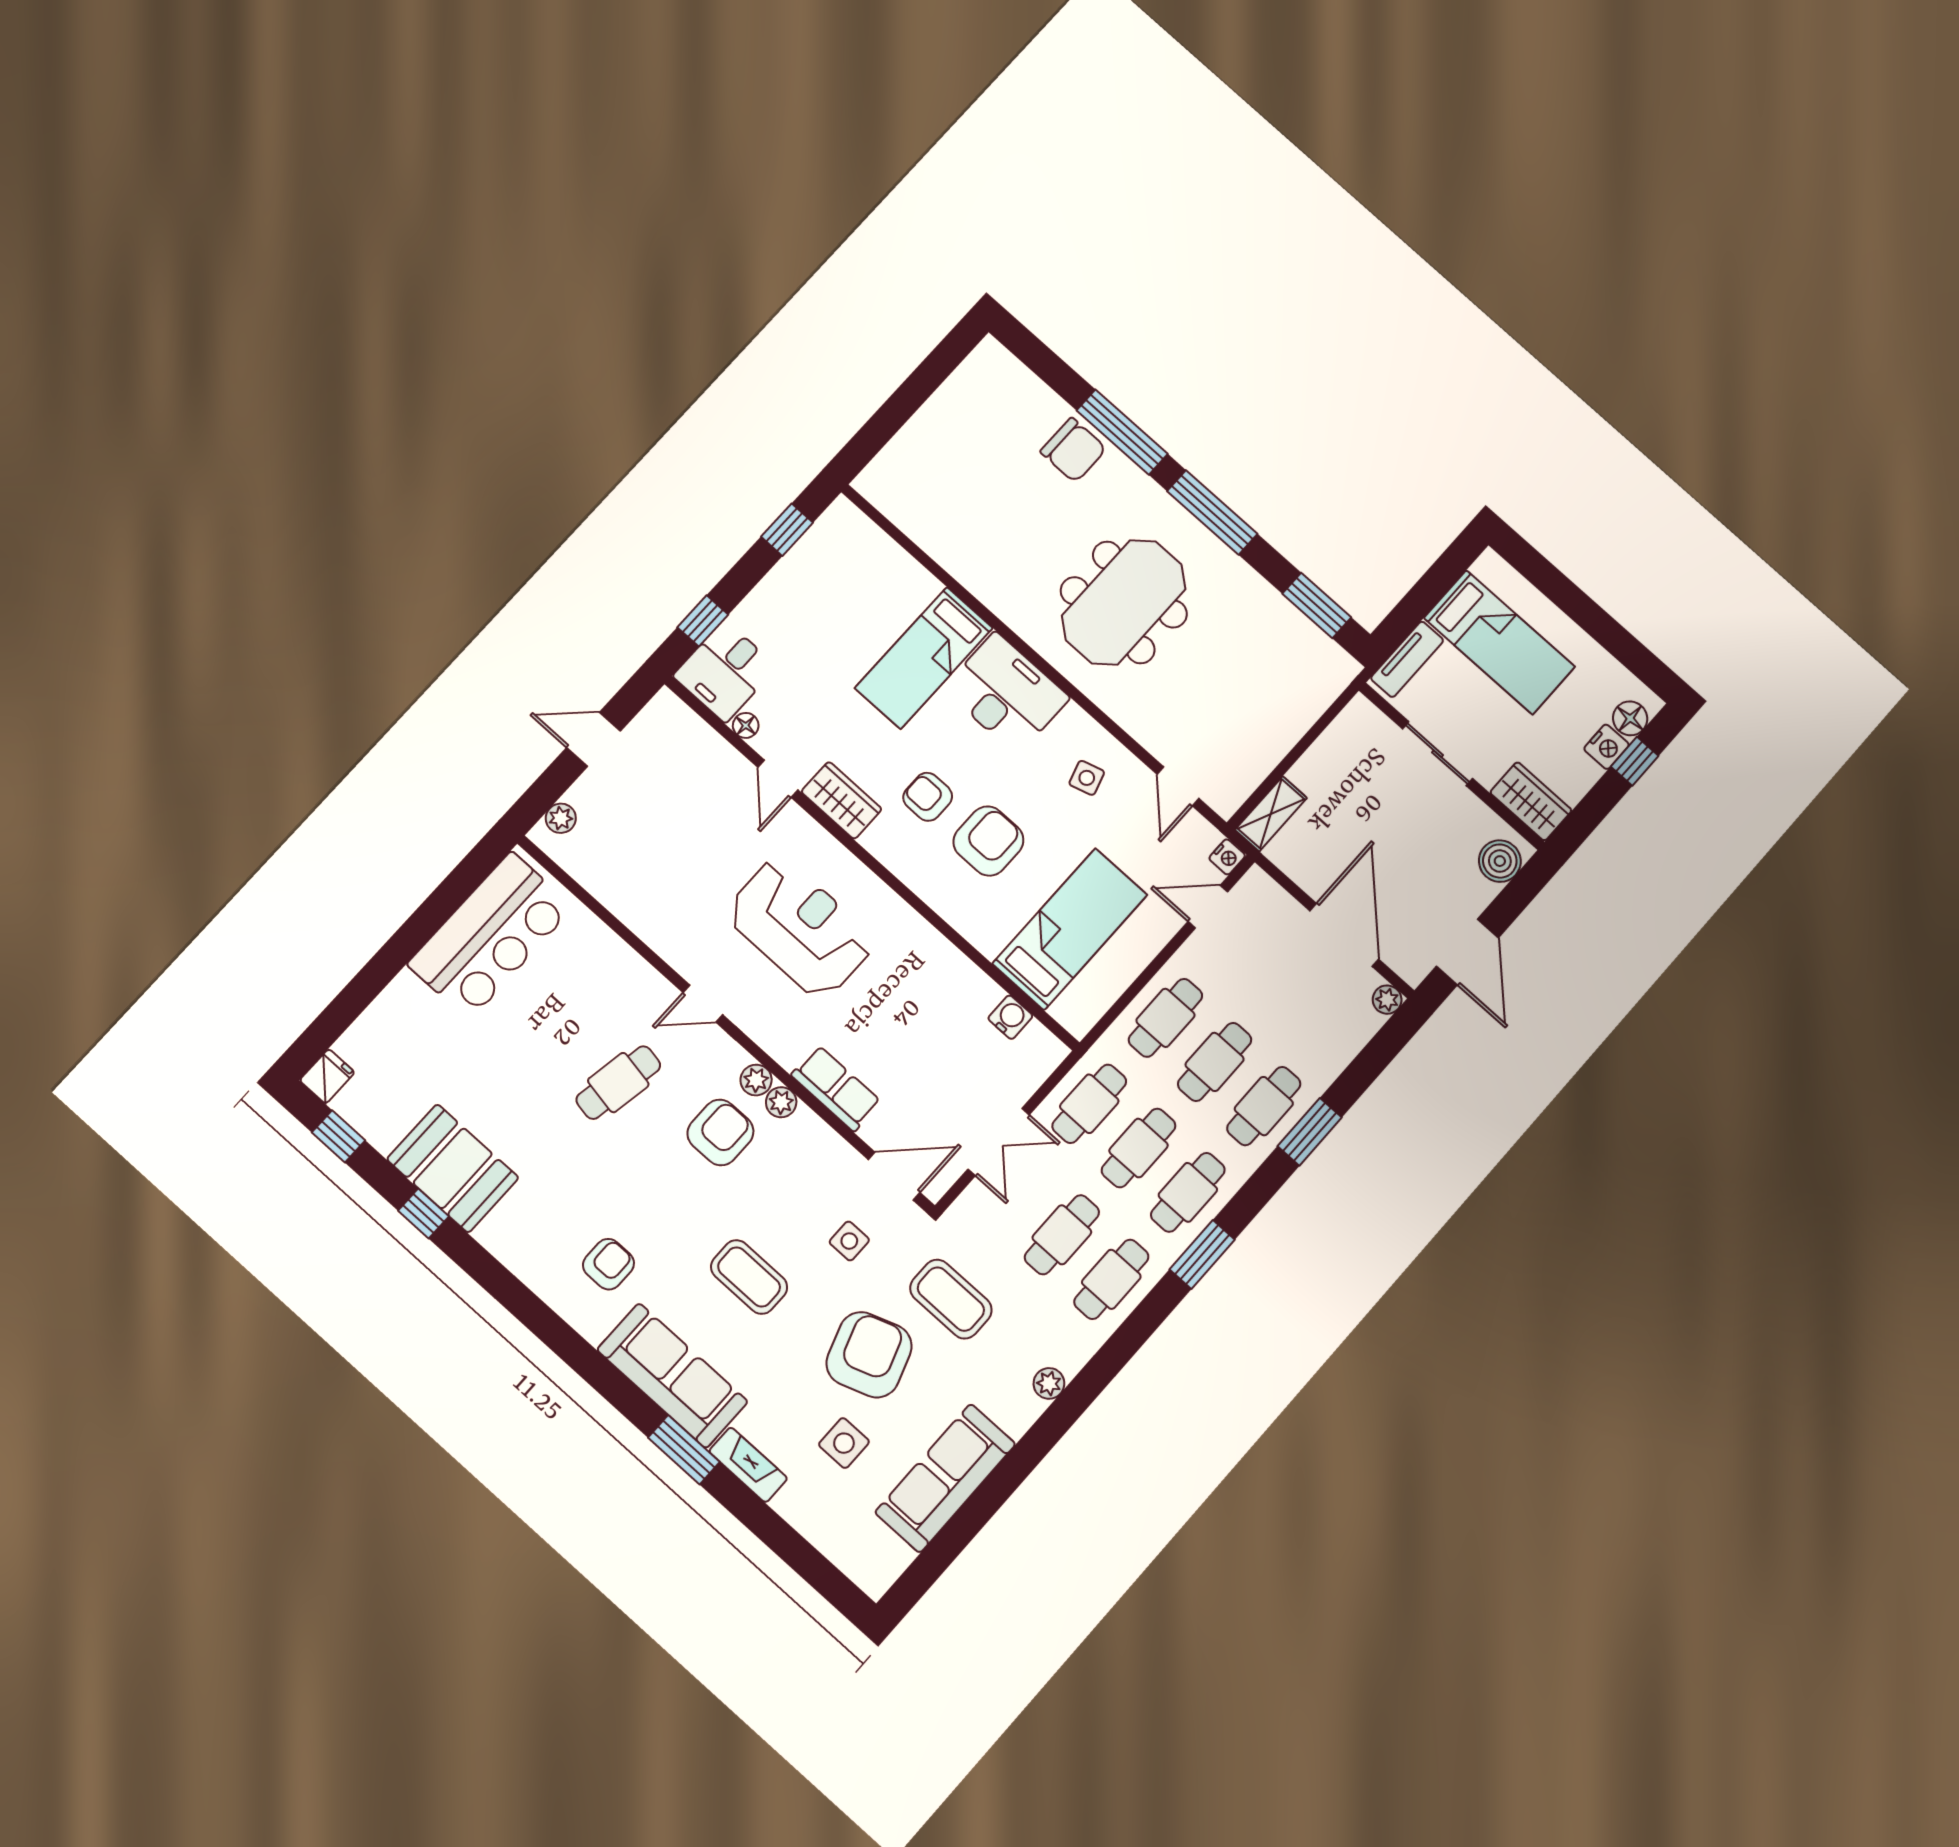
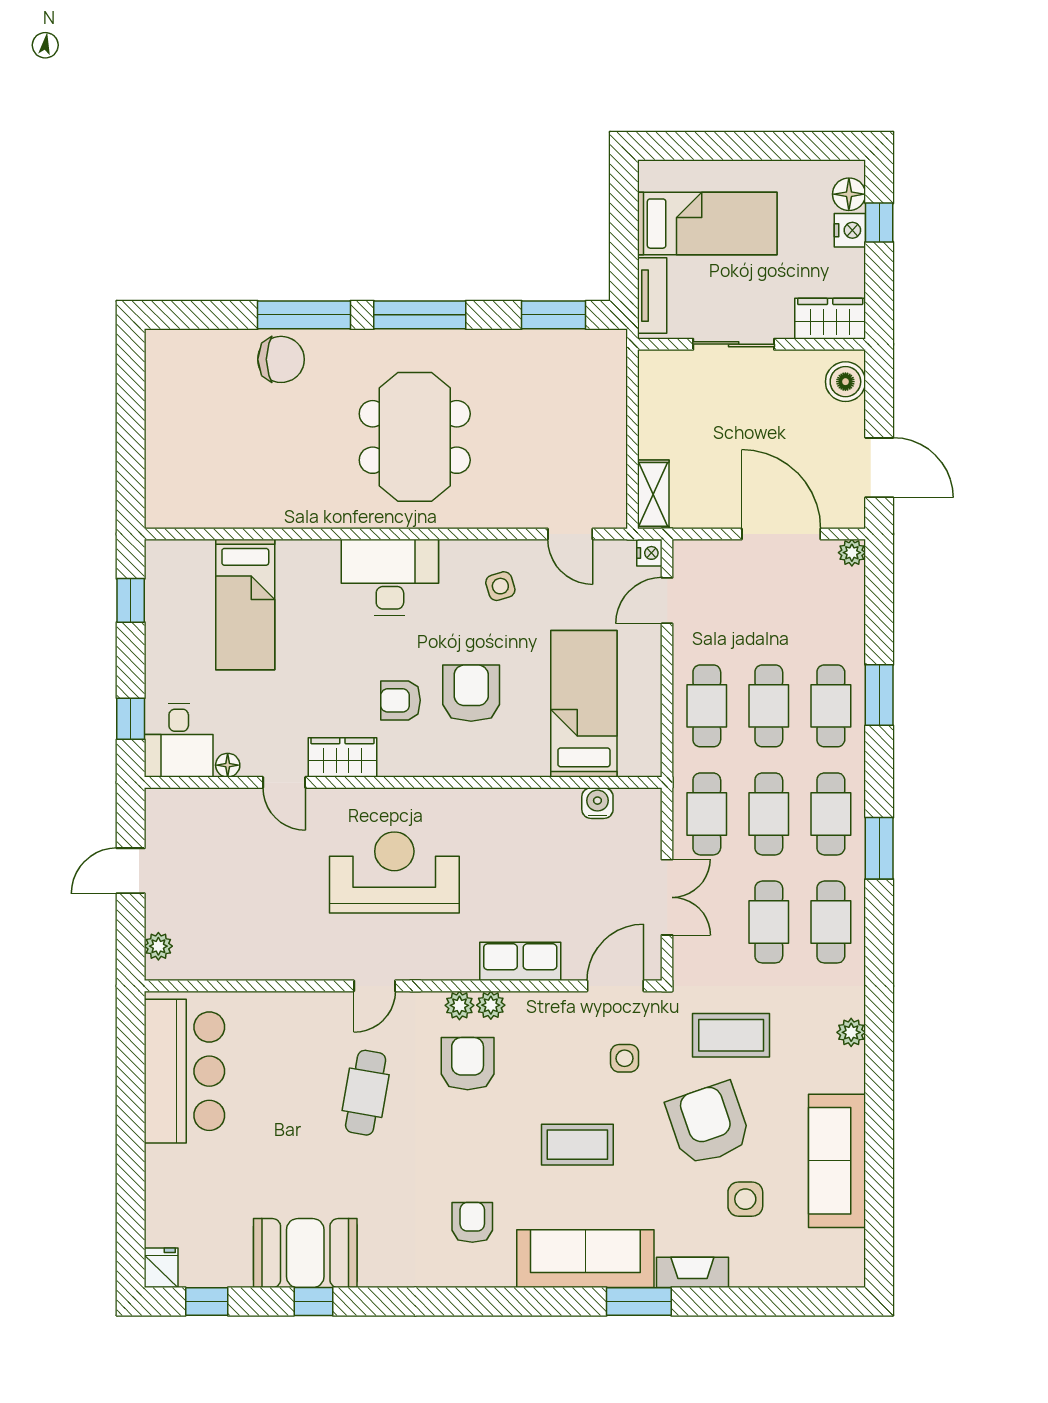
bed: (924, 658) -> (245, 605), moved

